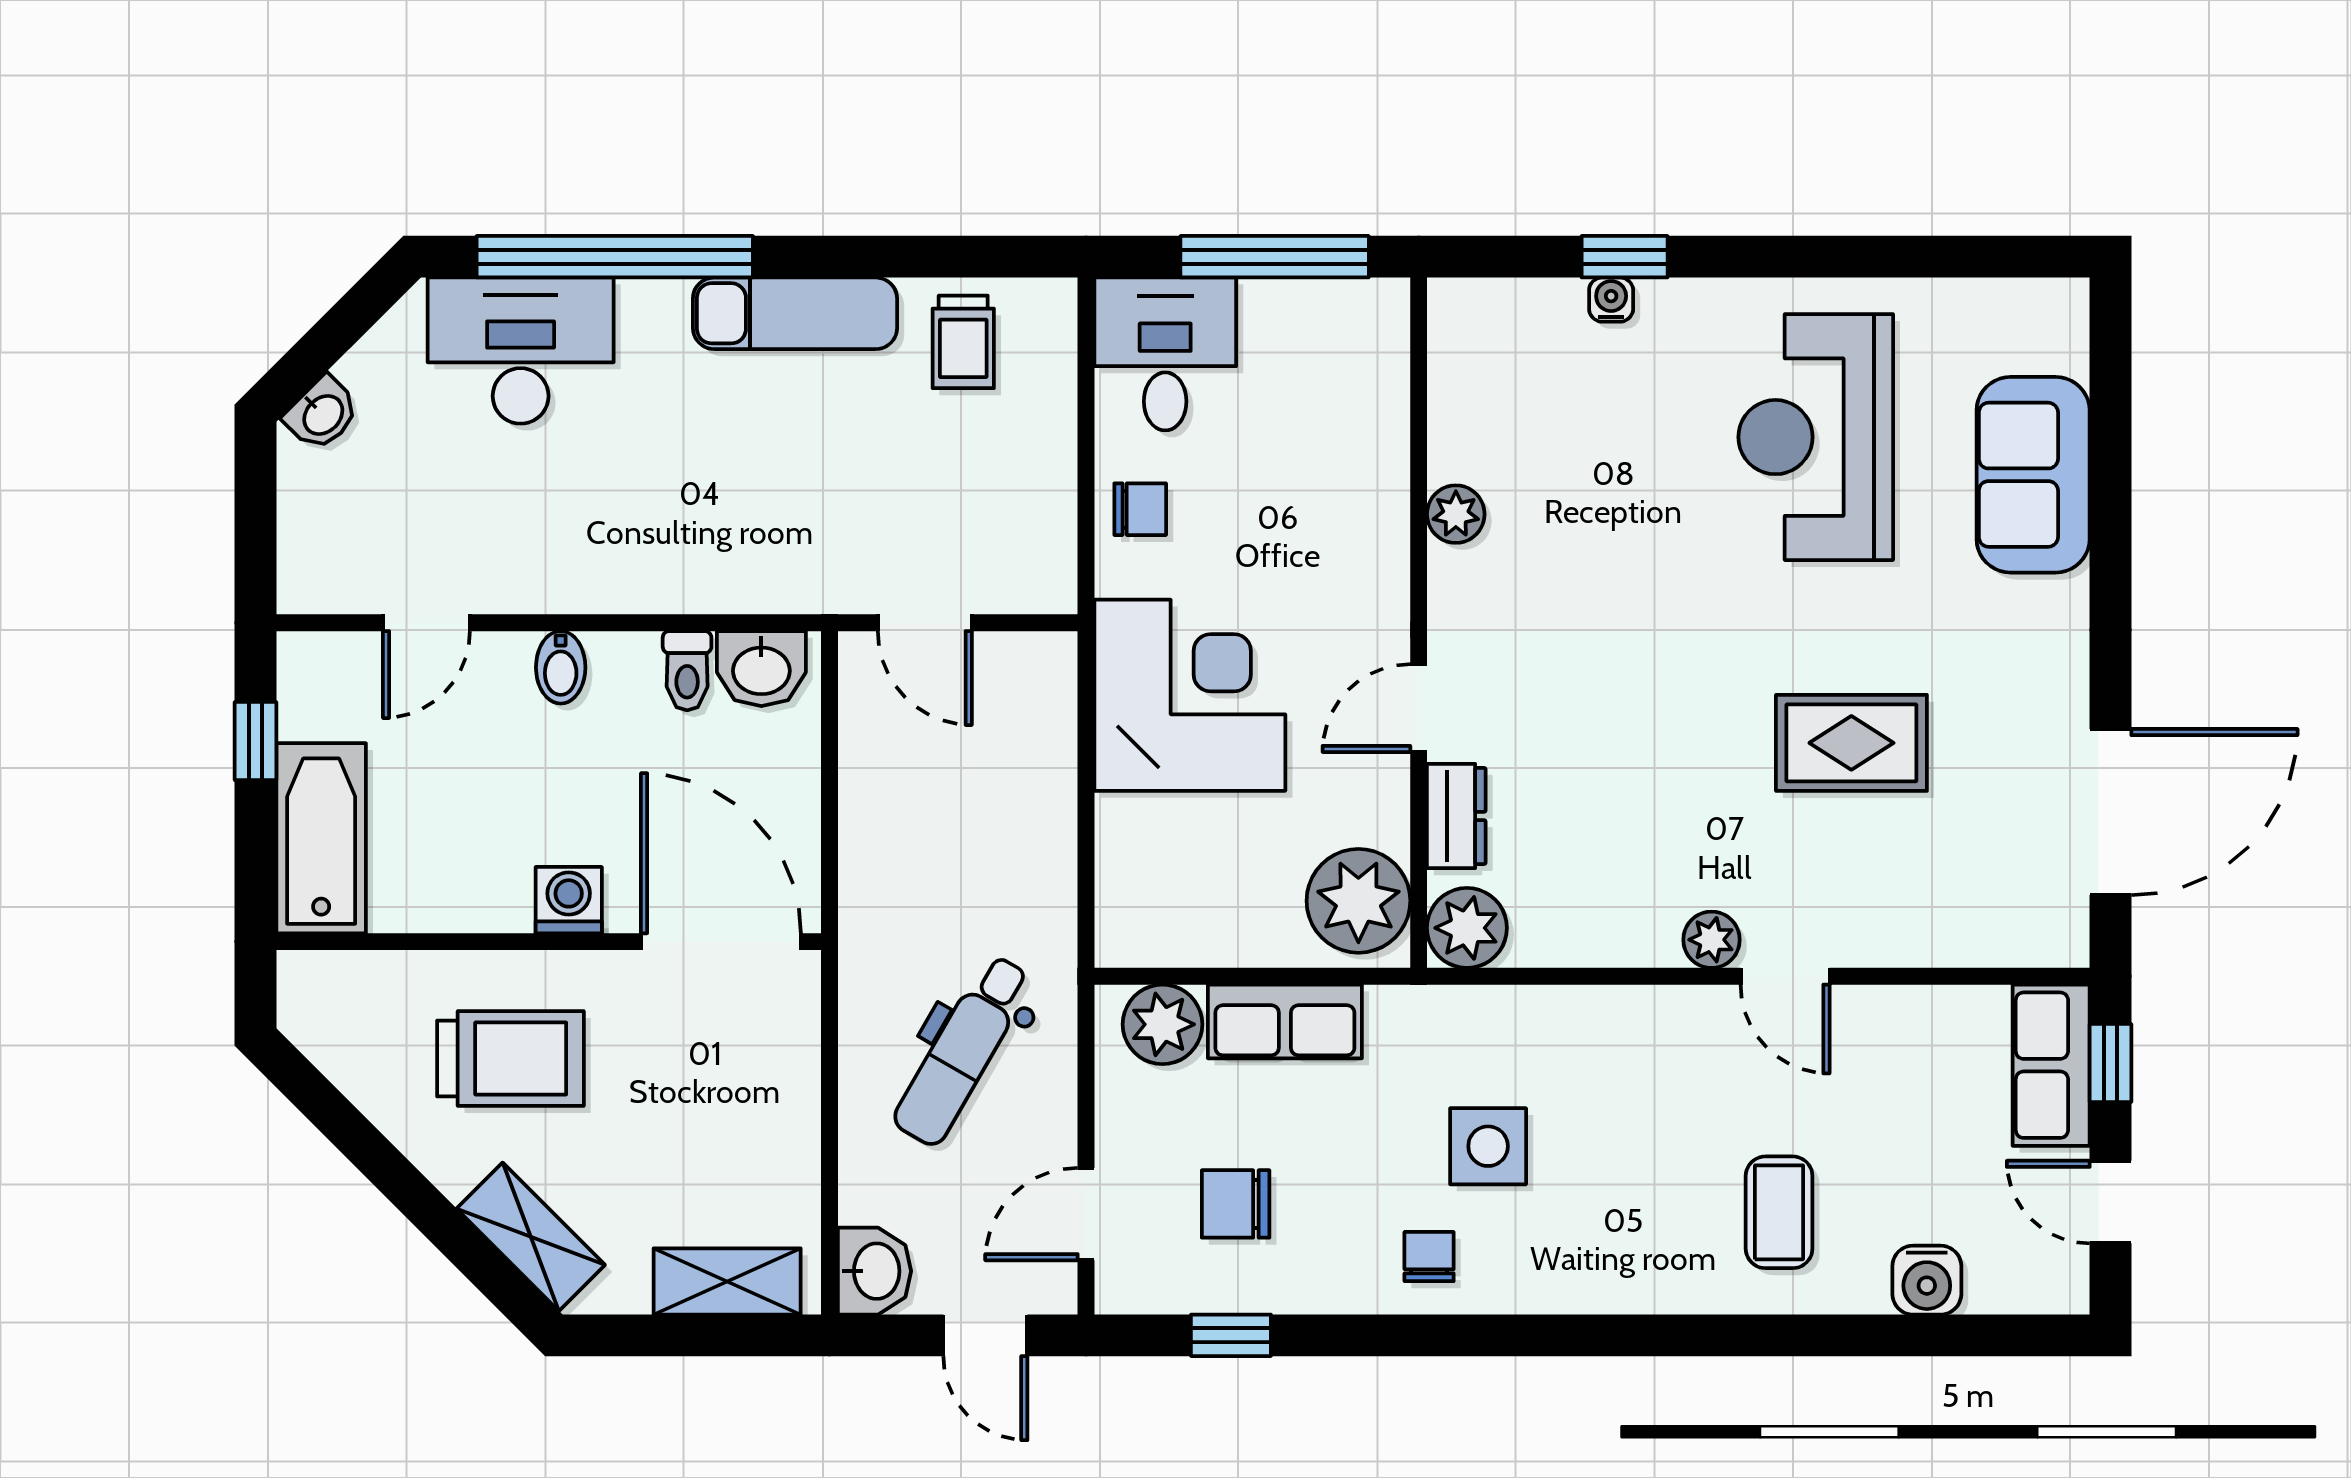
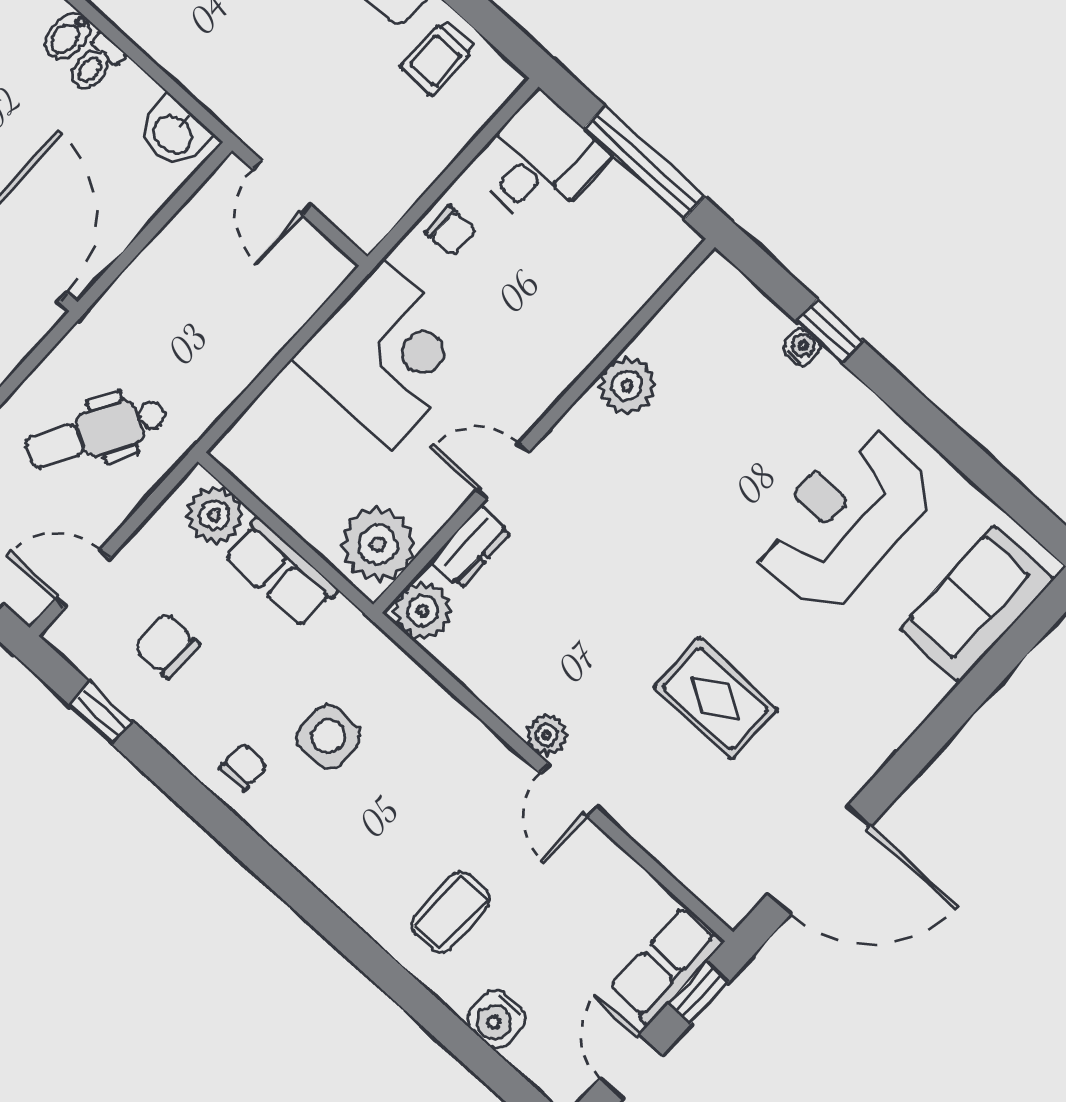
sofa: (2033, 475) -> (977, 604), moved
plant: (1456, 514) -> (627, 386), width x1.38, depth x1.38
toilet: (687, 671) -> (95, 64), moved

